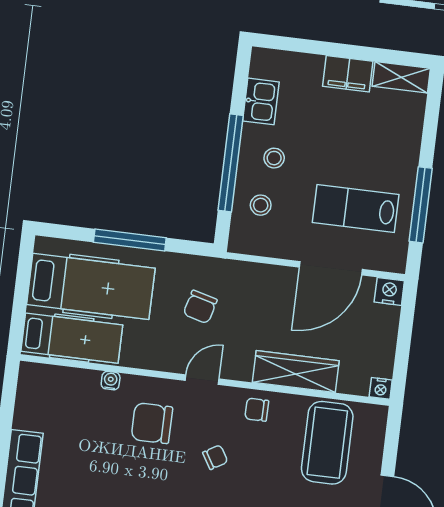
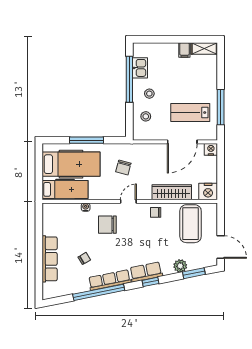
filing cabinet: (348, 74) -> (184, 50), width x0.50
window: (231, 163) -> (129, 79), moved
nightstand: (381, 388) -> (208, 192), width x1.89, depth x1.79
chair: (215, 457) -> (84, 258), moved

